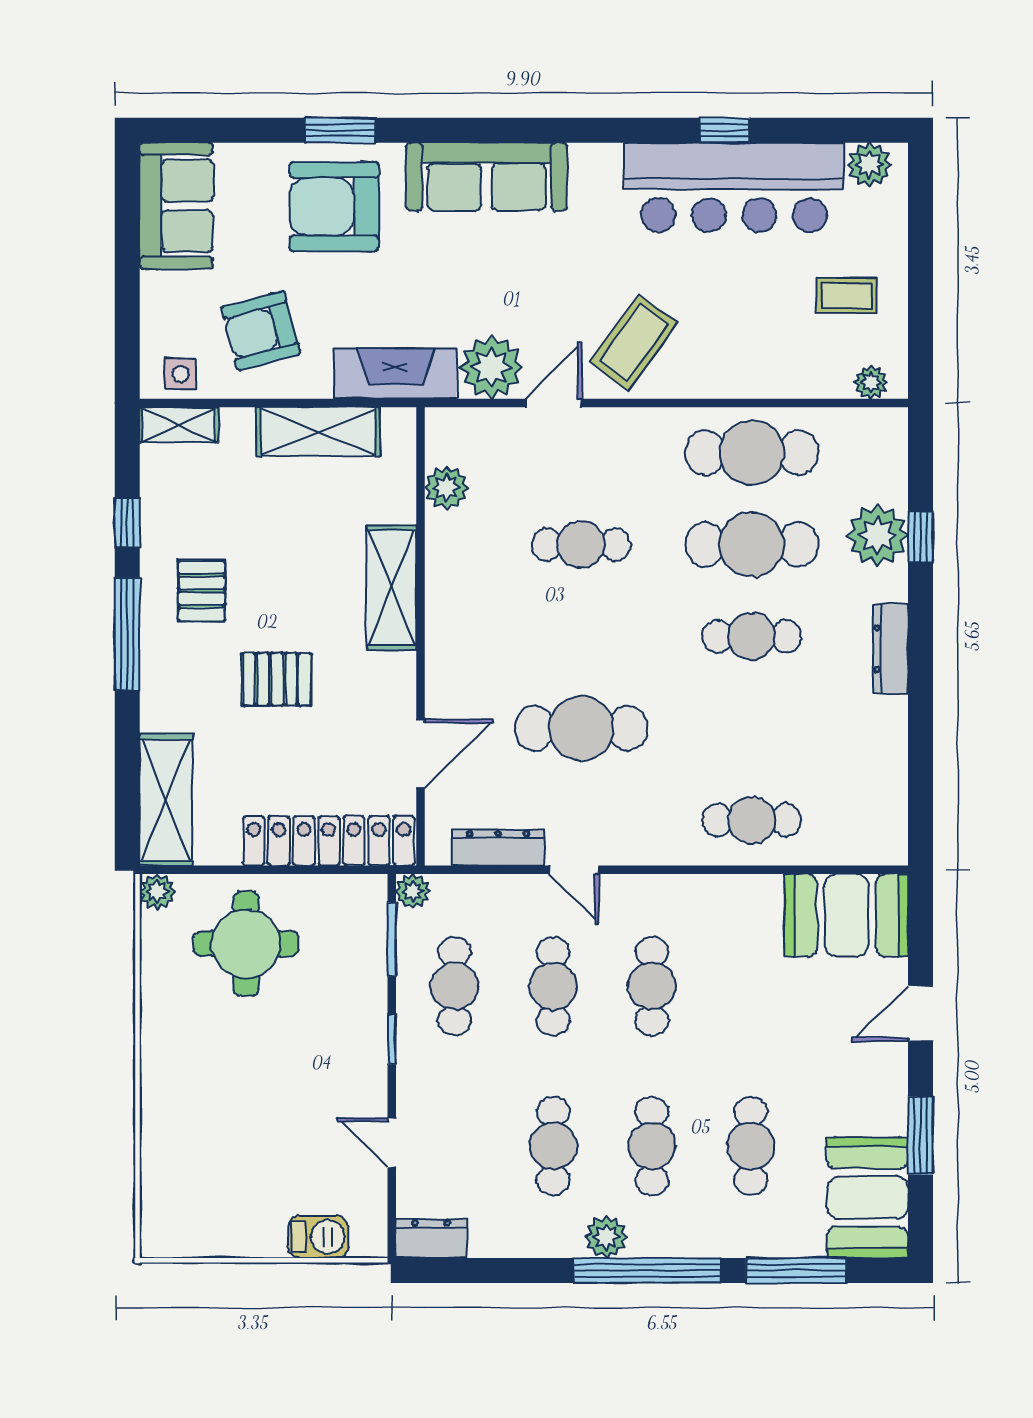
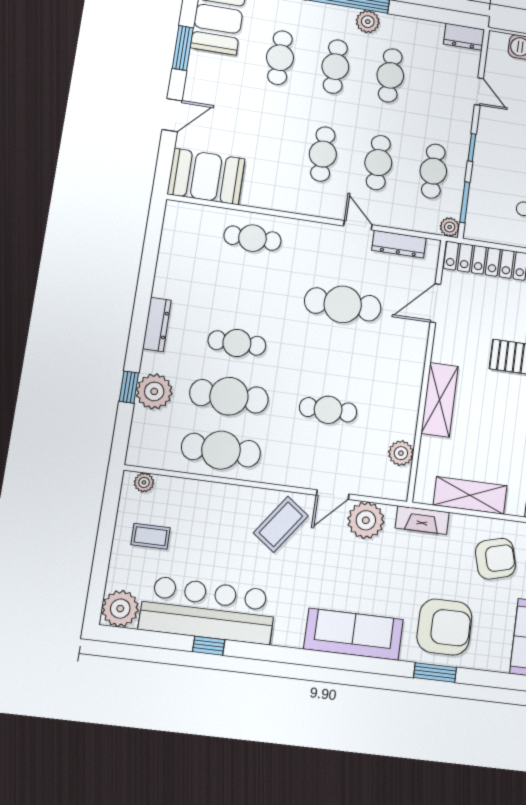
plant: (870, 165) -> (120, 609), width x1.36, depth x1.36
fireplace: (395, 374) -> (422, 520), width x0.73, depth x0.76

